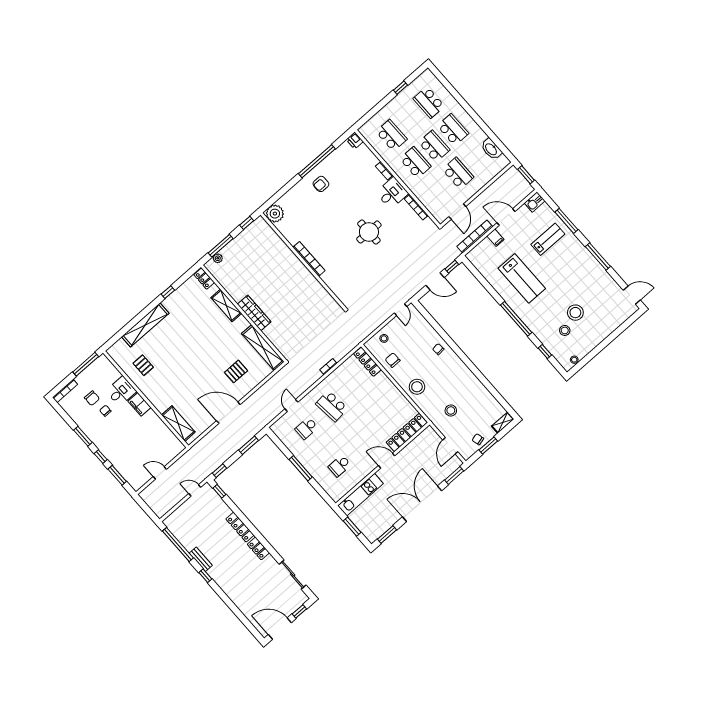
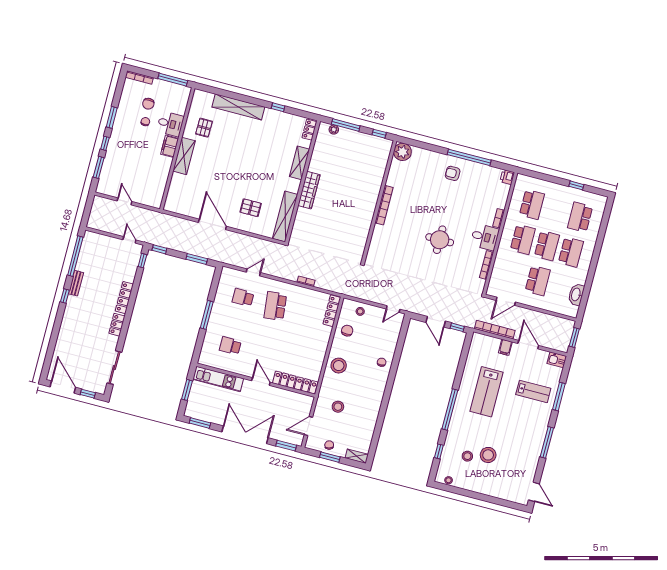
shelving: (178, 424) -> (184, 156), moved

